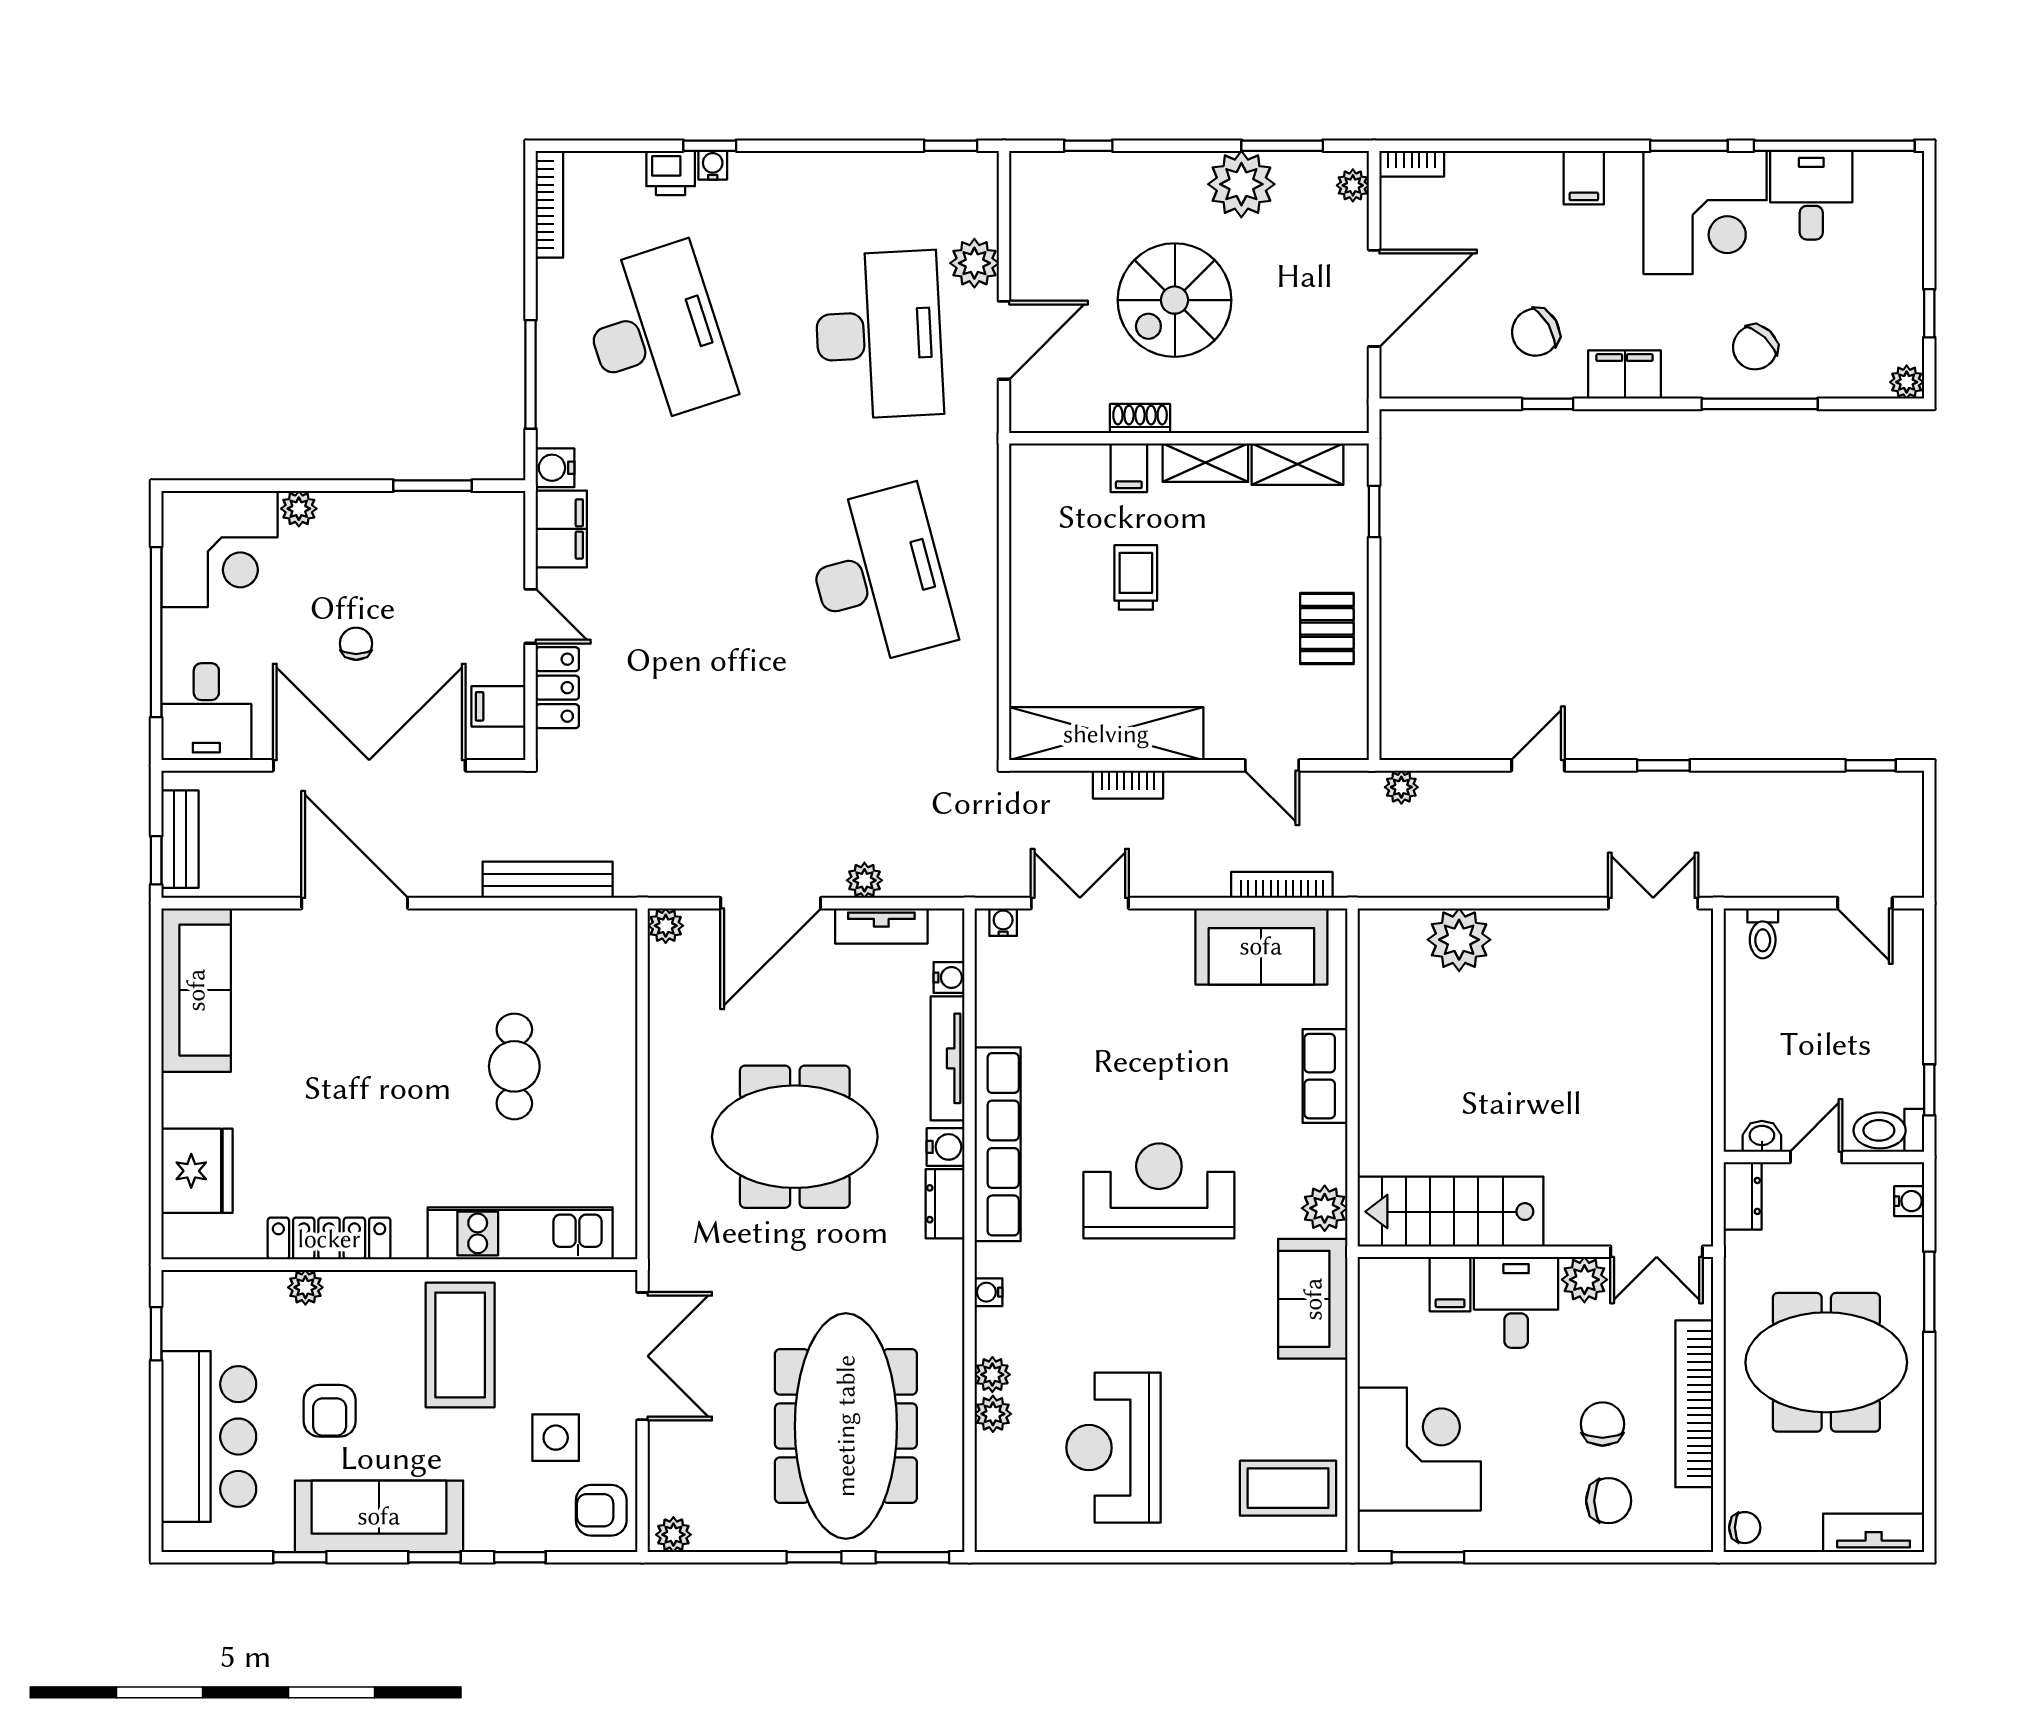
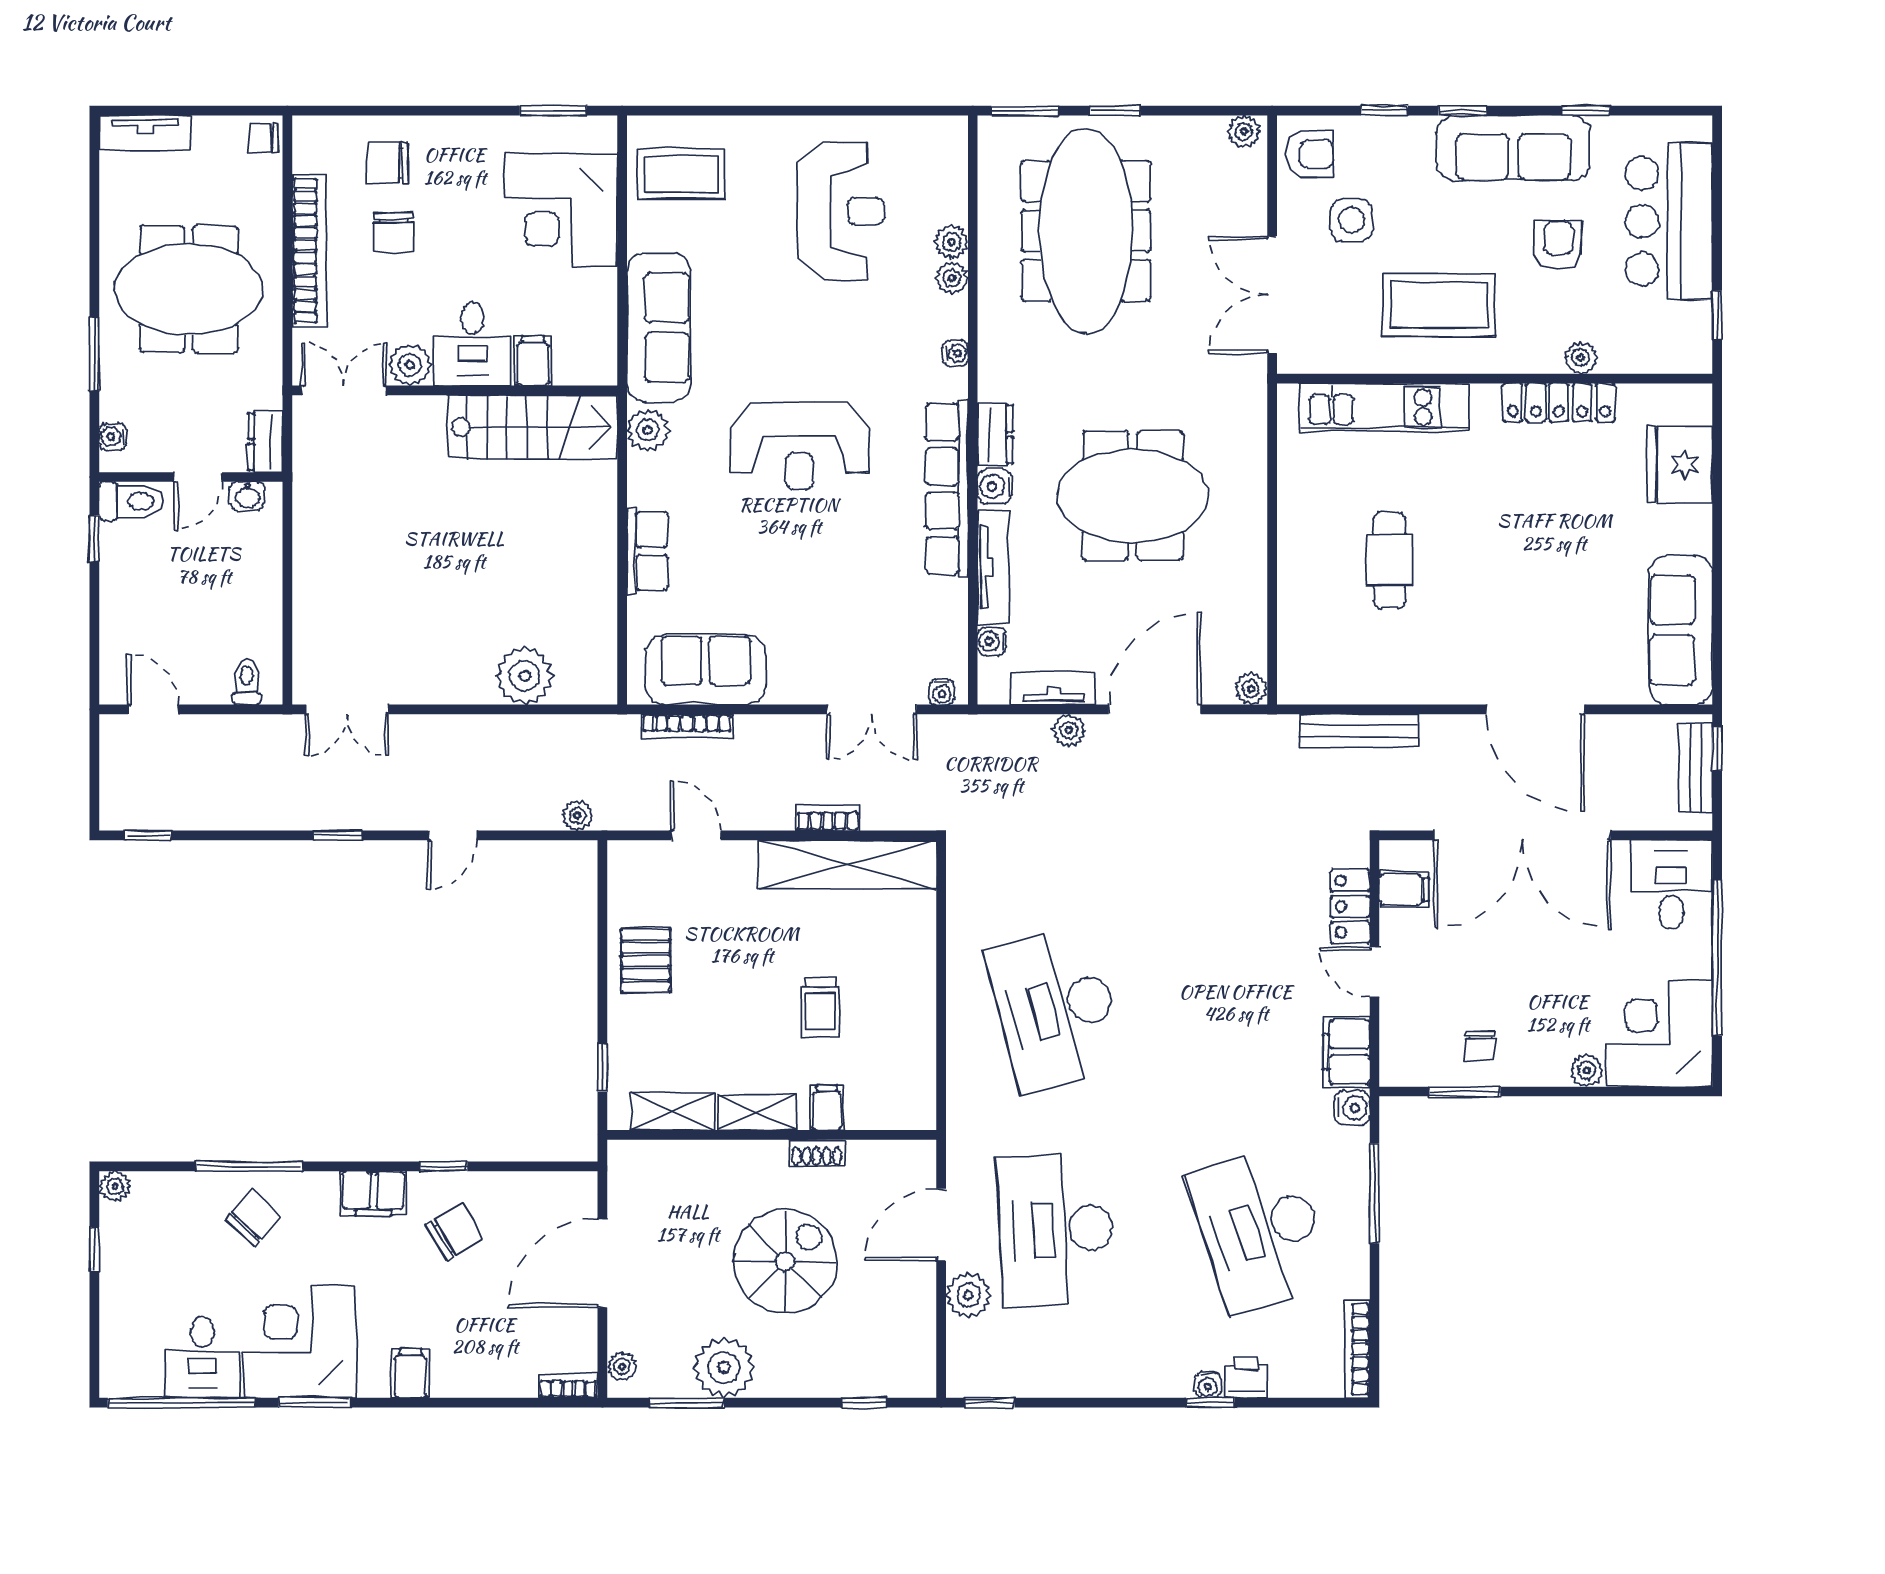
chair: (356, 644) -> (1480, 1046), moved
sofa: (1313, 1299) -> (659, 327), width x1.36
coffee table: (460, 1345) -> (1439, 305), turned 90

